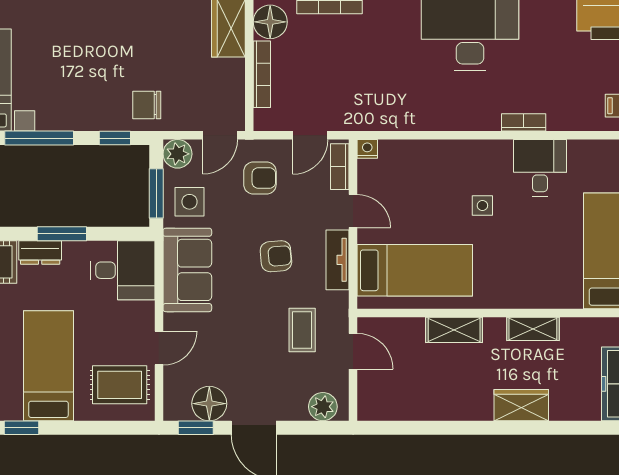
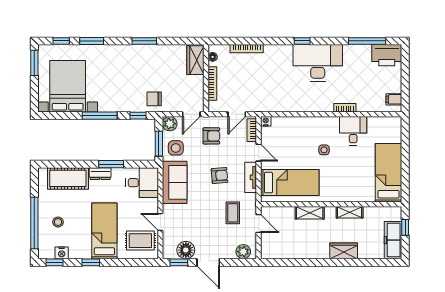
floor lamp: (270, 22) -> (213, 57), width x0.53, depth x0.53
door: (159, 348) -> (160, 222), swing flipped

